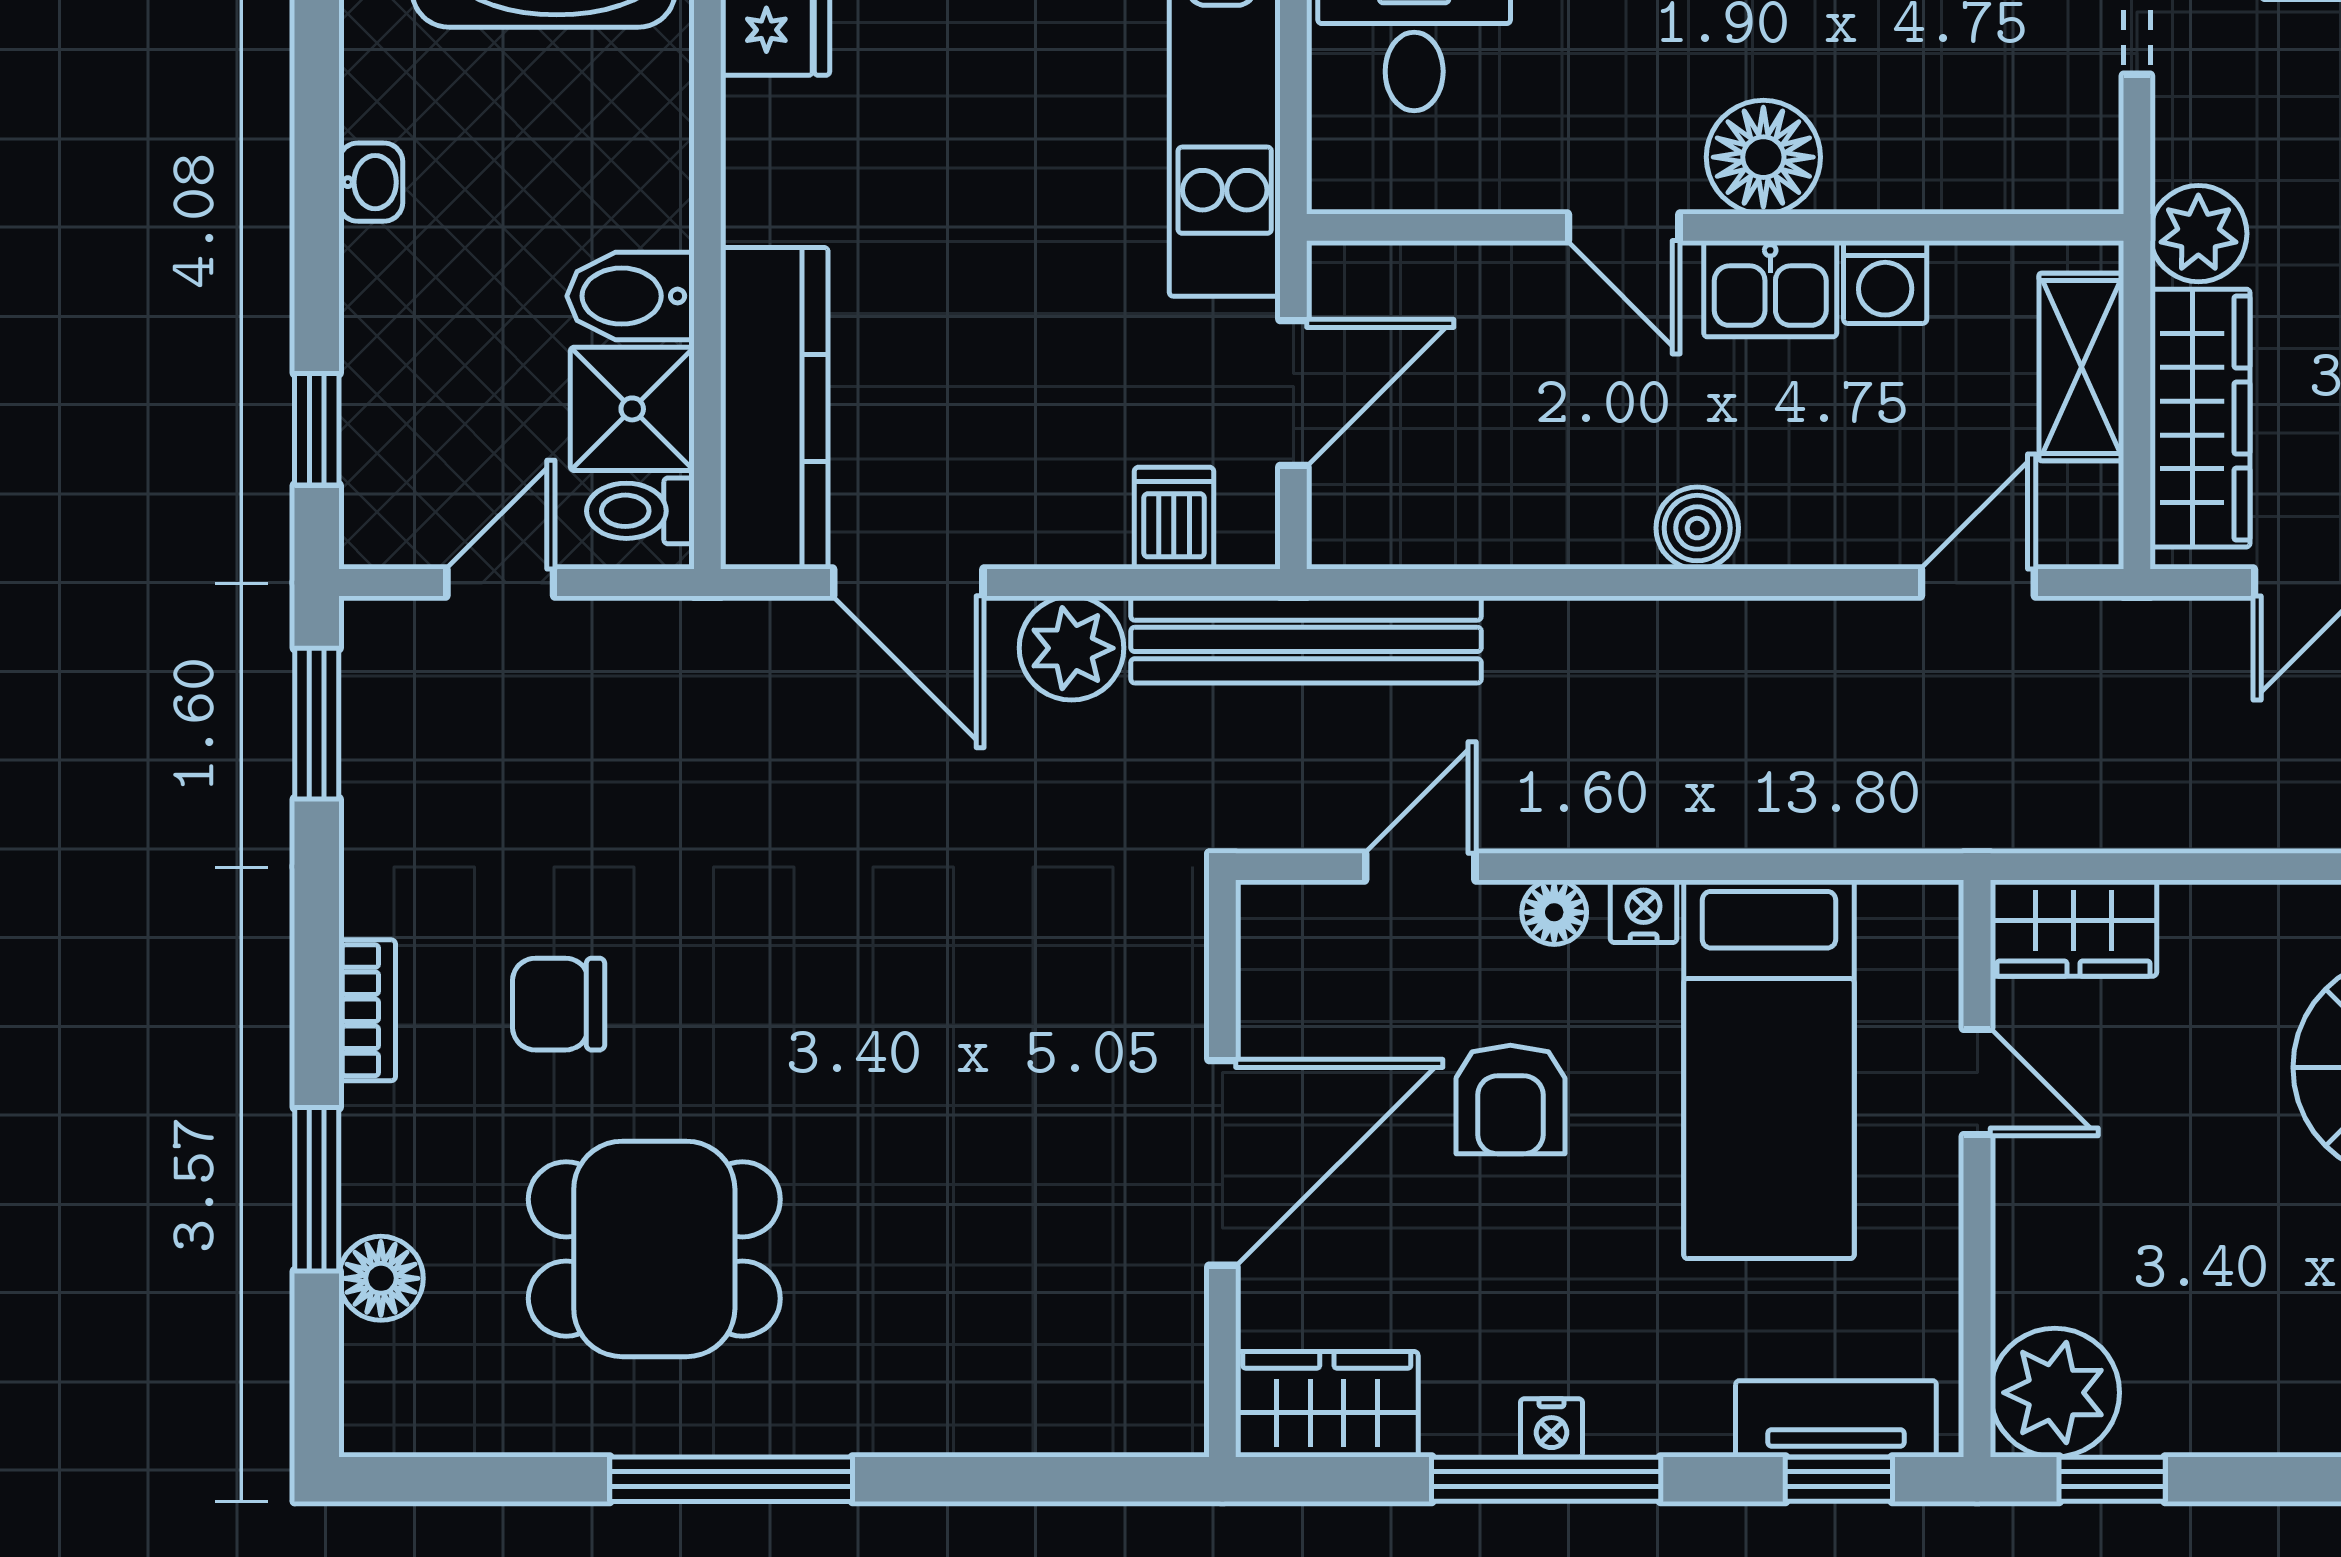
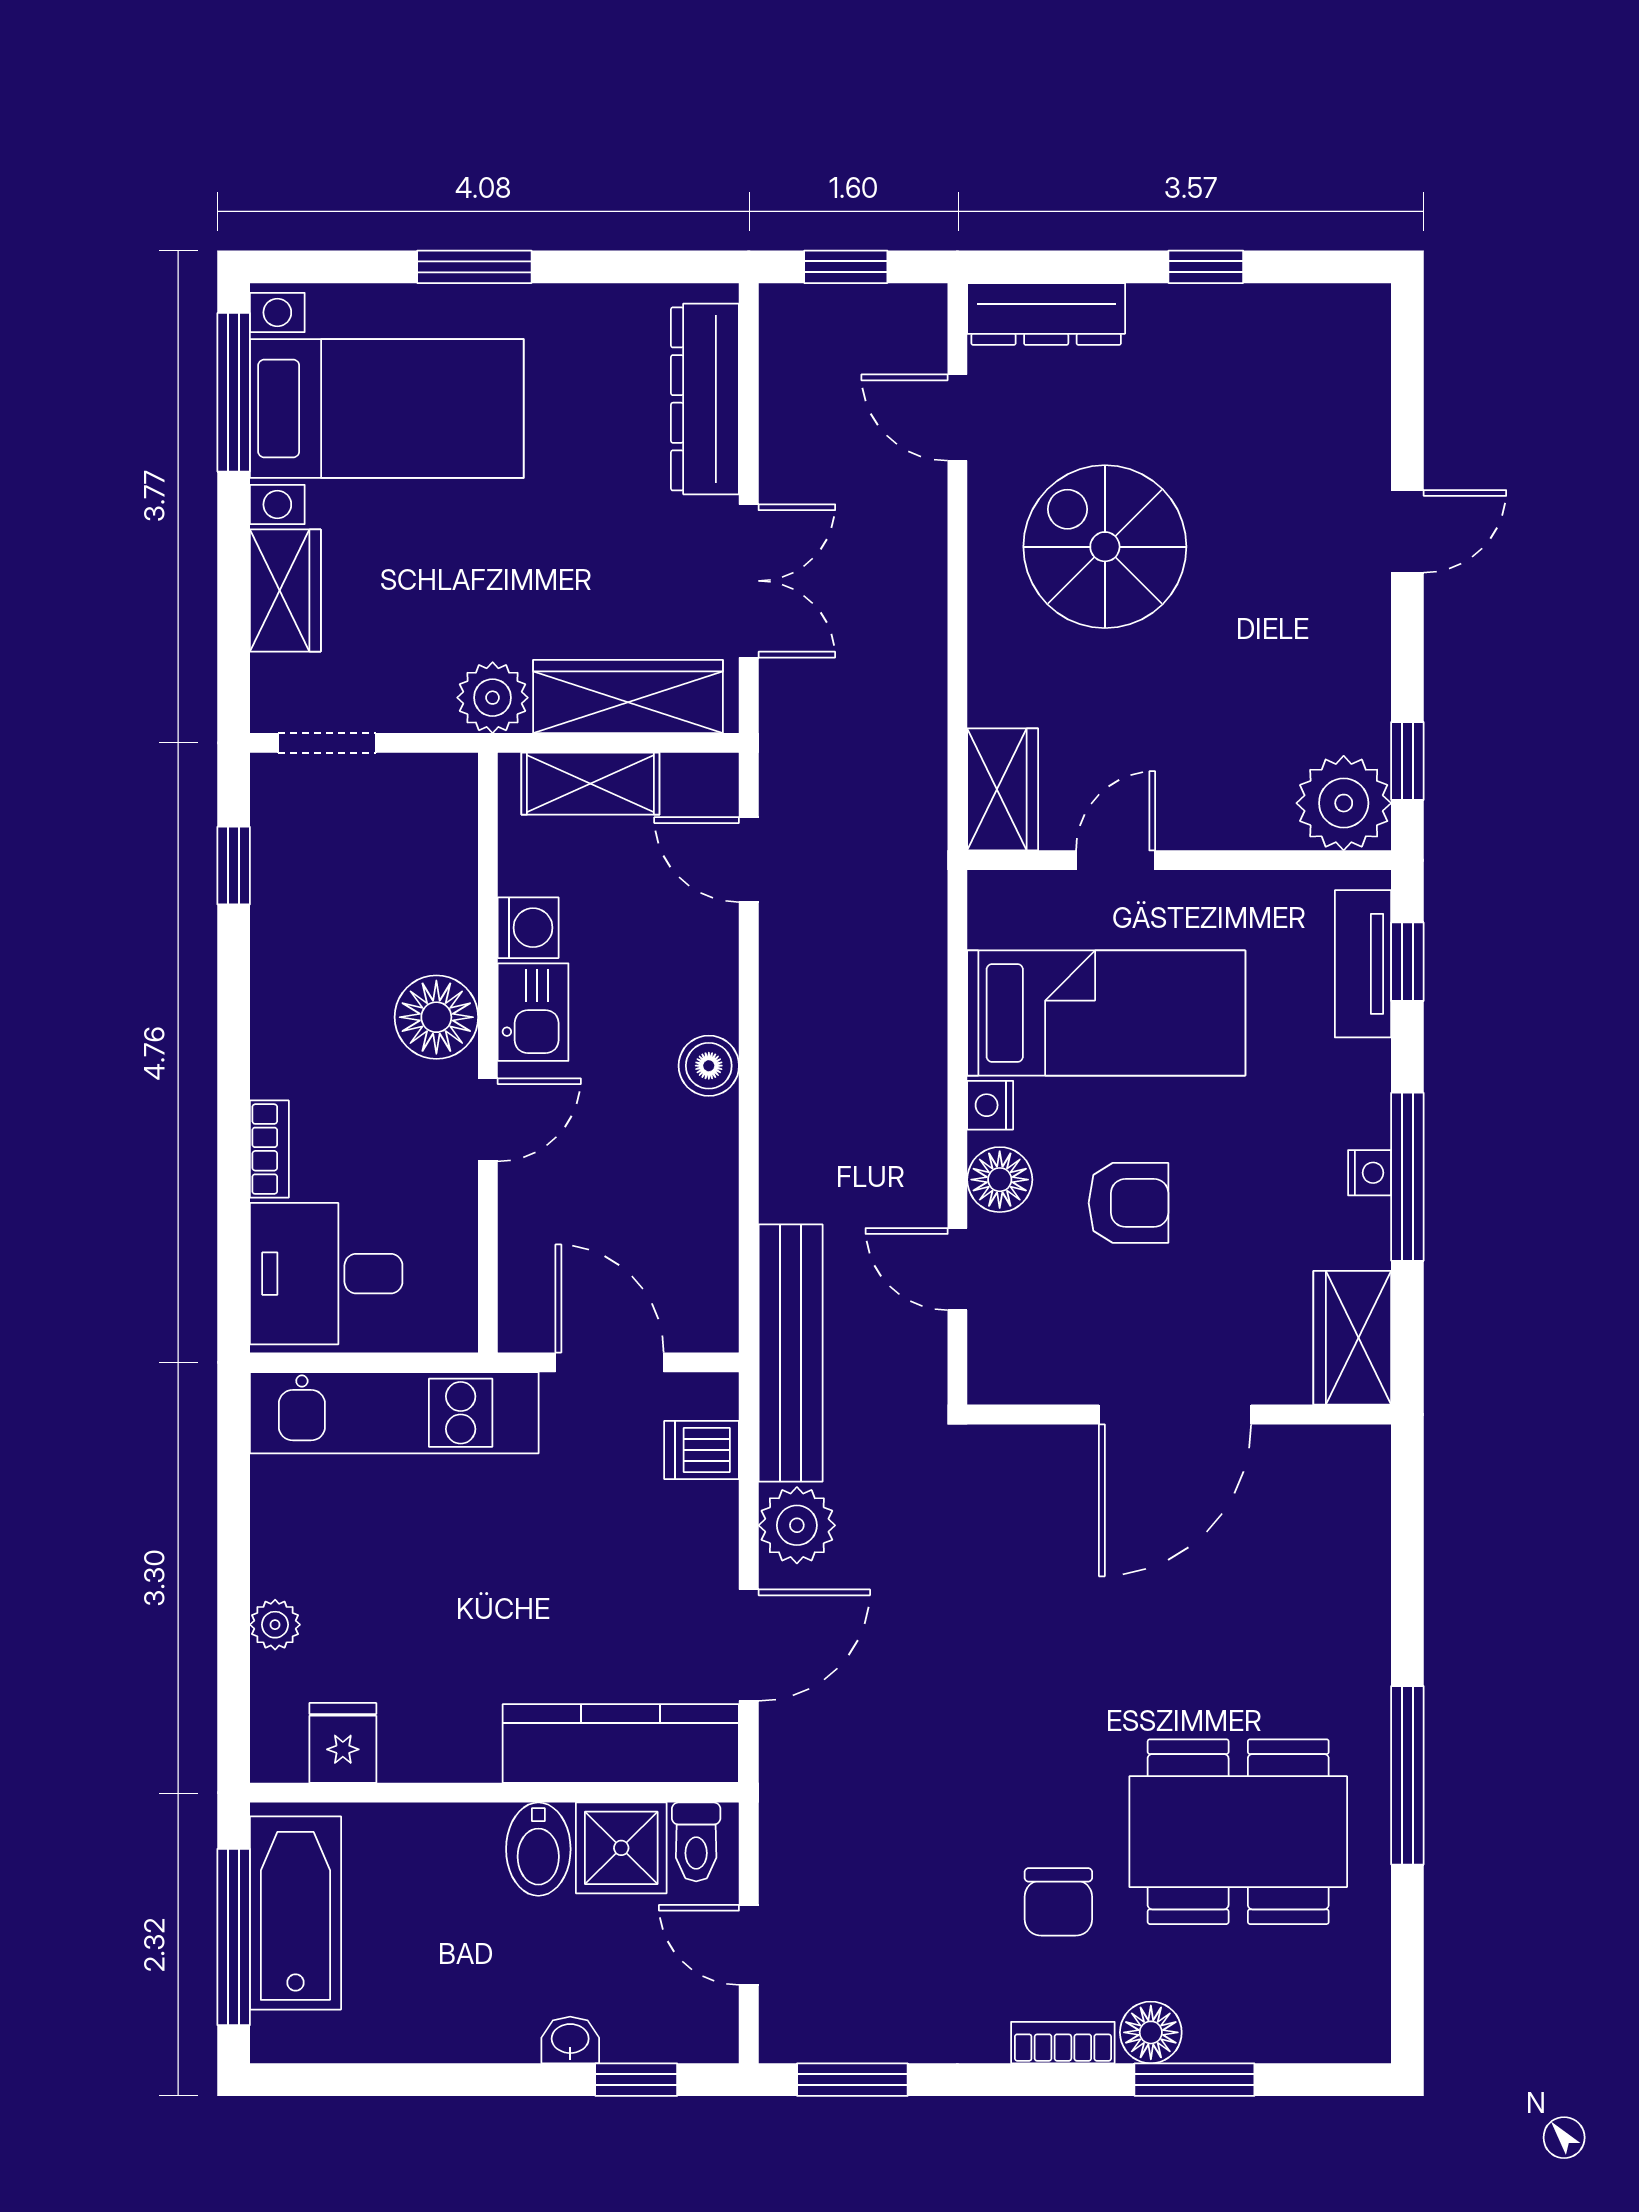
washbasin: (371, 182) -> (570, 2040), moved
floor lamp: (1554, 912) -> (1000, 1180), width x1.37, depth x1.37
door: (1222, 1163) -> (1175, 1414), swing flipped
dining table: (654, 1249) -> (1238, 1832), width x1.38
floor lamp: (381, 1278) -> (1151, 2032), moved

